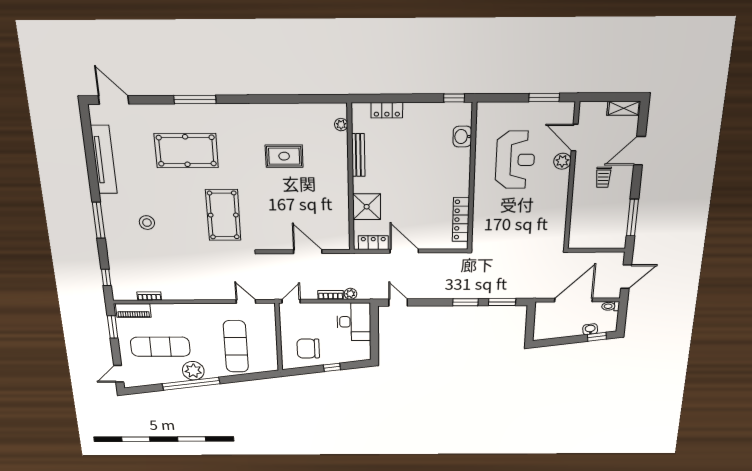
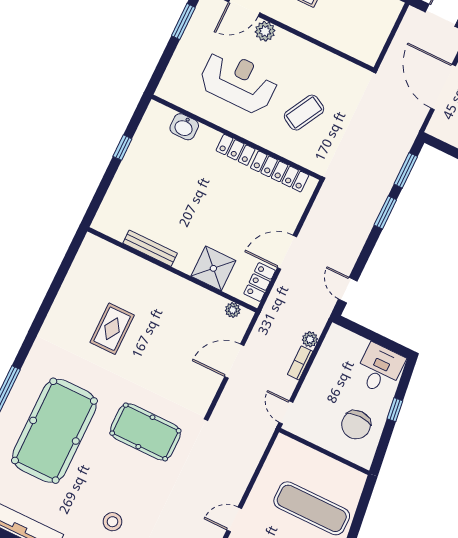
window: (454, 98) -> (122, 148), moved
locker: (387, 110) -> (236, 150), moved, turned 90
plant: (341, 125) -> (233, 310), moved
pool table: (186, 151) -> (54, 431), width x1.36, depth x1.32
coffee table: (513, 216) -> (304, 113), added
door: (246, 301) -> (234, 519), moved
door: (398, 303) -> (348, 290), hinge flipped
desk: (354, 322) -> (380, 369), moved, width x0.73

